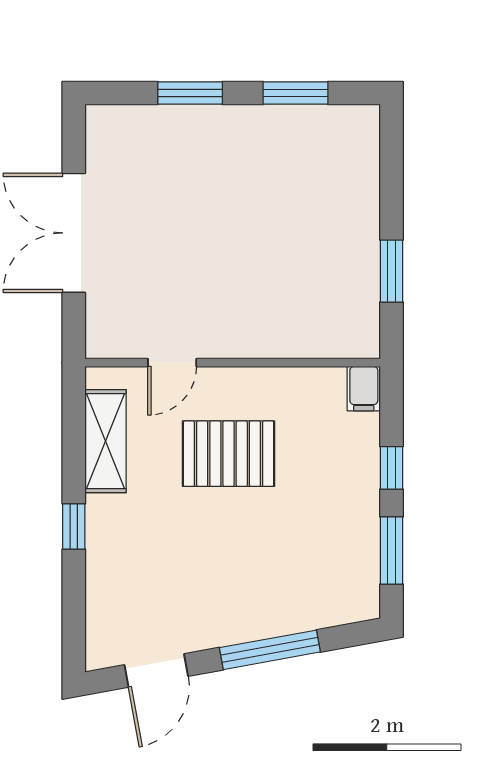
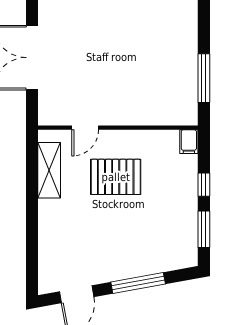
window: (392, 271) -> (204, 78), width x1.44
window: (74, 527) -> (32, 216), removed

